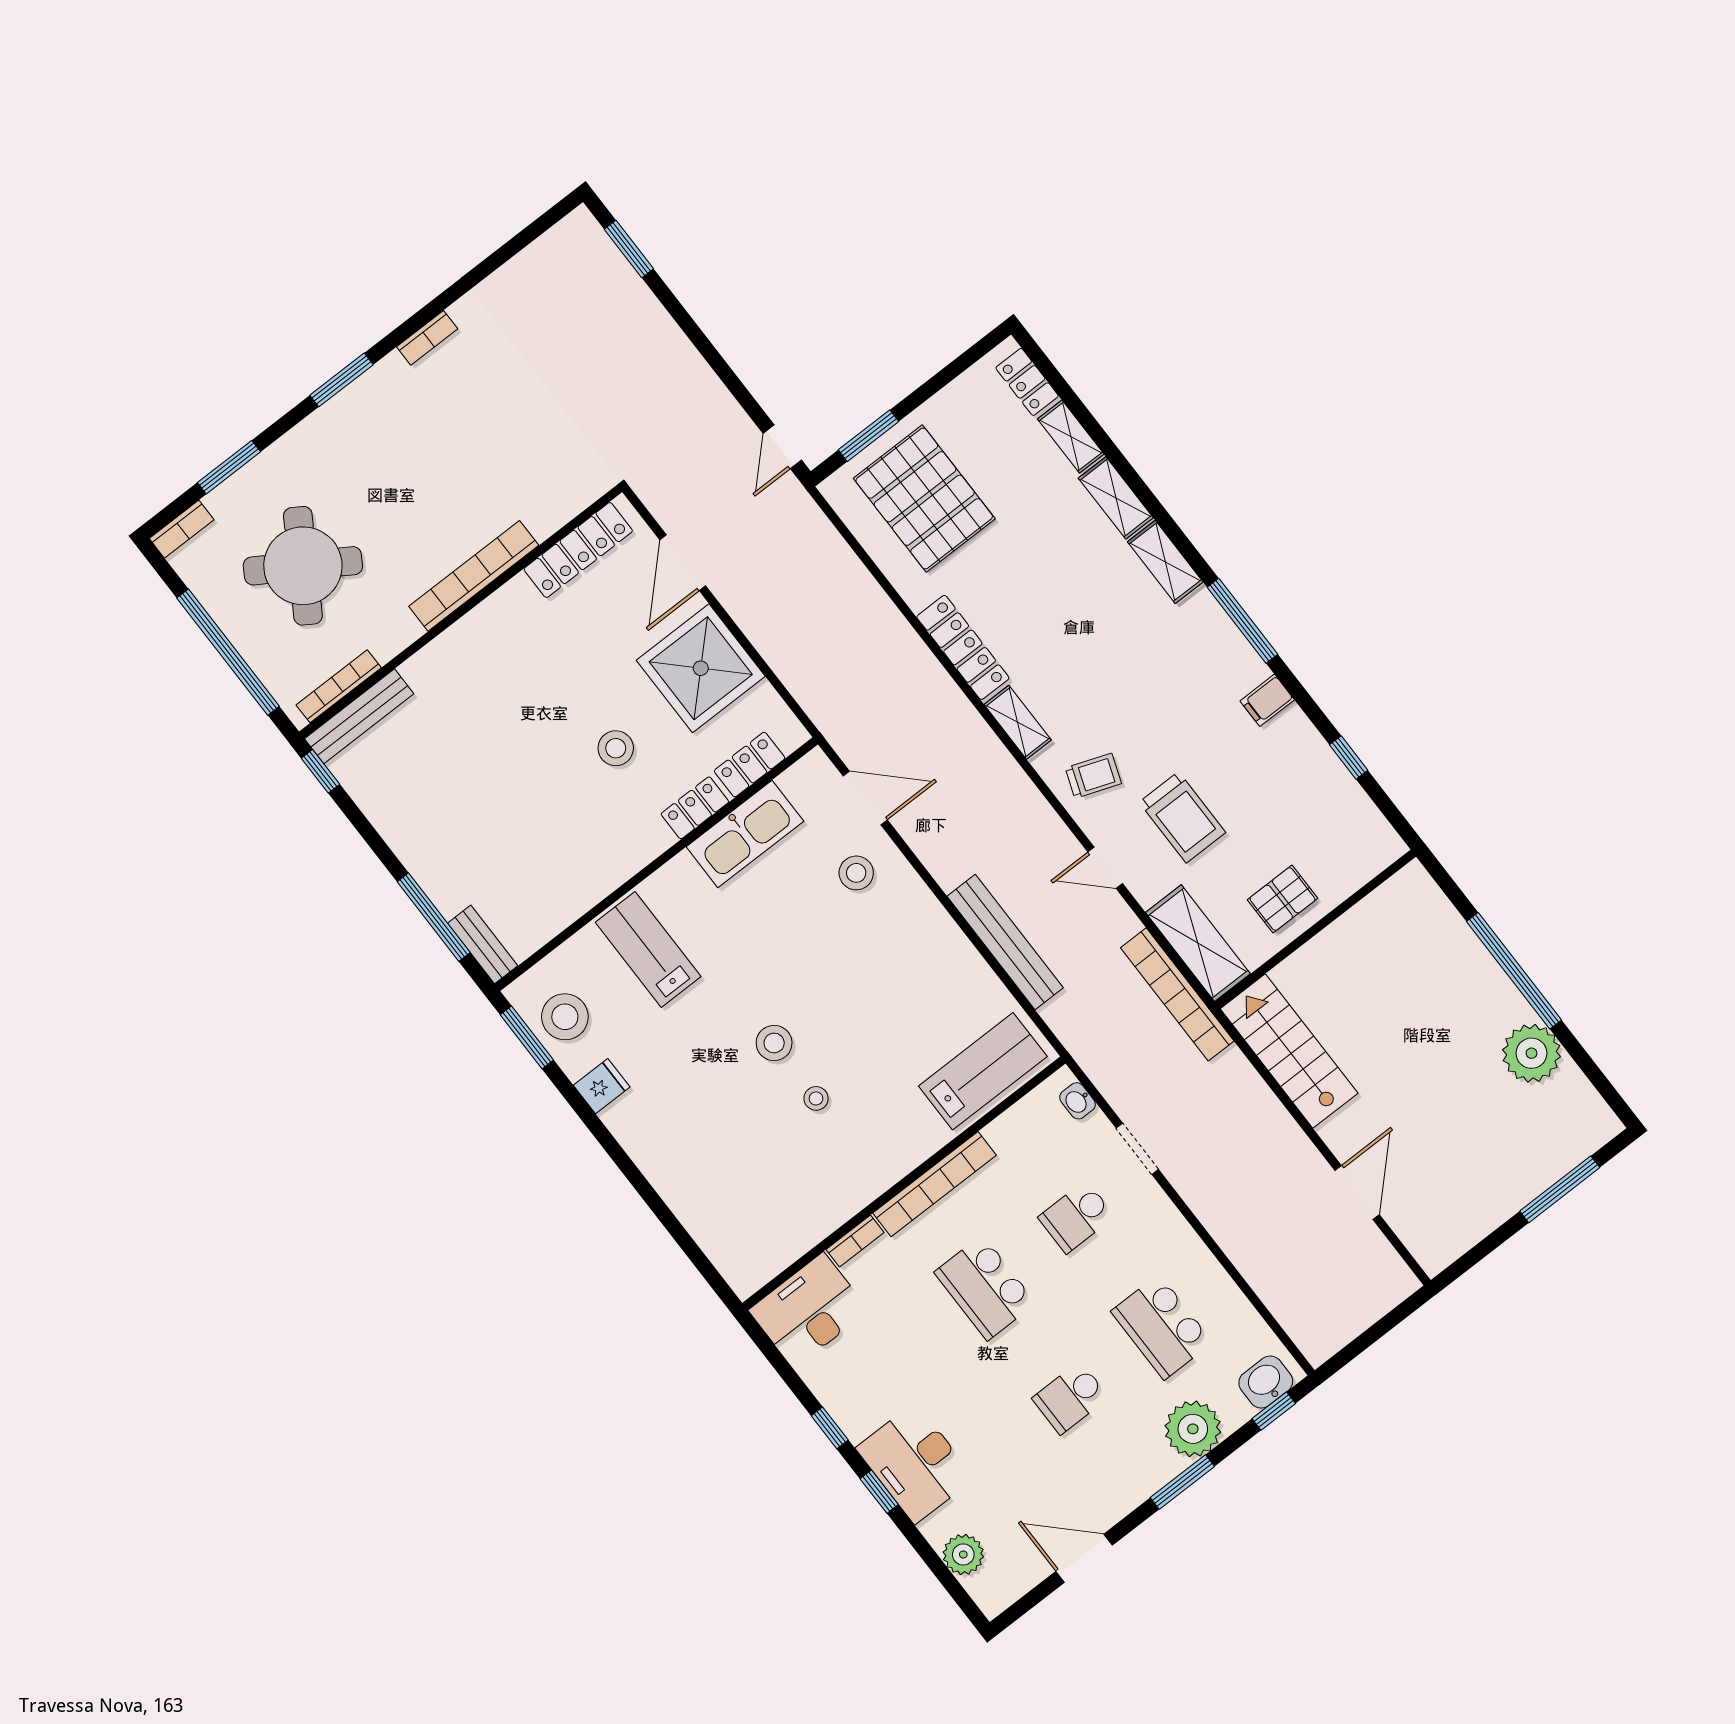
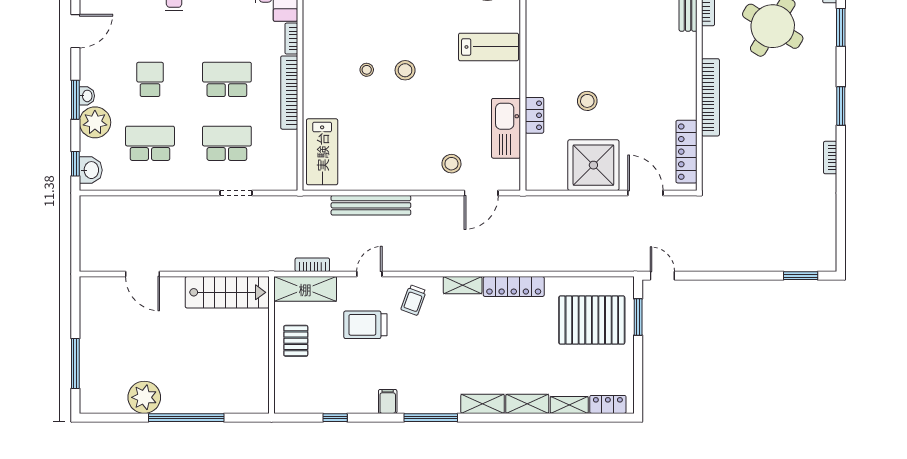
locker: (750, 765) -> (535, 154), removed
bookcase: (1177, 994) -> (312, 265), width x0.43, depth x0.76
washbasin: (1078, 1101) -> (87, 96), moved, turned 90
school desk: (1076, 1217) -> (227, 143), width x1.85

